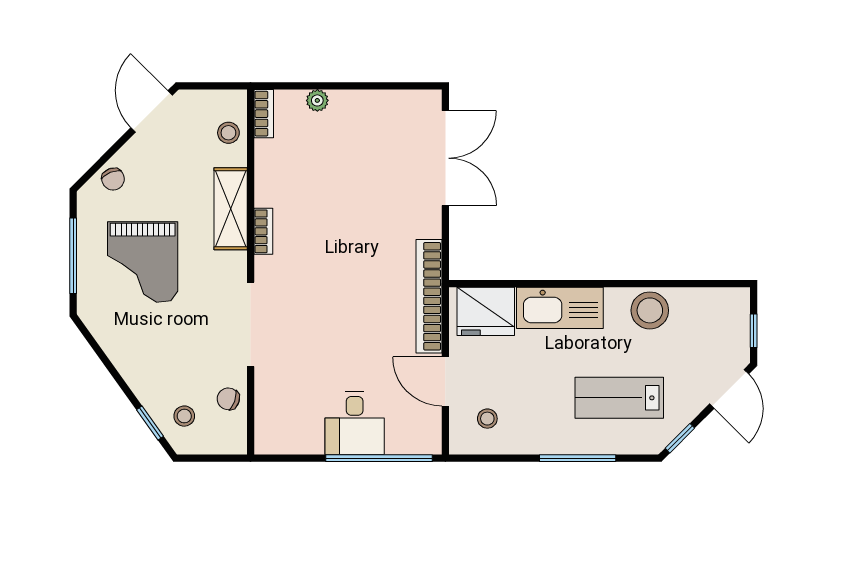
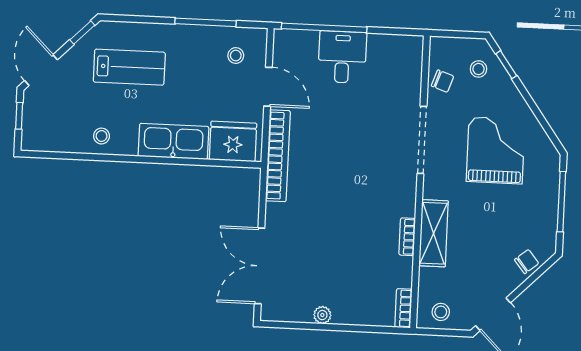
plant: (317, 100) -> (322, 315), moved
stool: (228, 133) -> (441, 312), moved
chair: (113, 179) -> (527, 262), turned 73
bookcase: (263, 231) -> (407, 237), moved
grand piano: (143, 262) -> (496, 150), moved
stool: (650, 310) -> (102, 136), width x0.53, depth x0.53
window: (578, 458) -> (205, 22), moved

